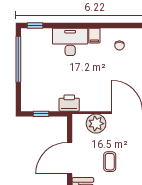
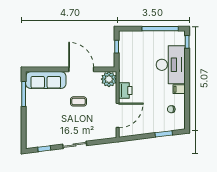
desk: (70, 42) -> (171, 65), width x1.36, depth x1.30
printer: (69, 103) -> (125, 91), moved
plant: (96, 124) -> (109, 79), moved

